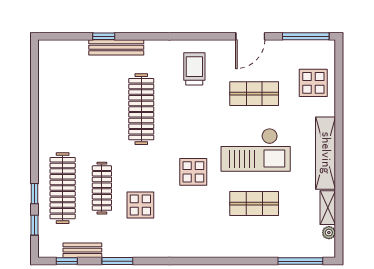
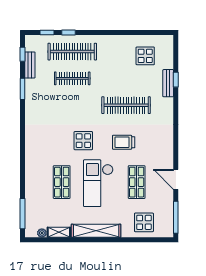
bench: (116, 47) -> (168, 83), width x0.73
trolley: (194, 69) -> (124, 142), moved, turned 180
display table: (140, 205) -> (145, 56), moved

